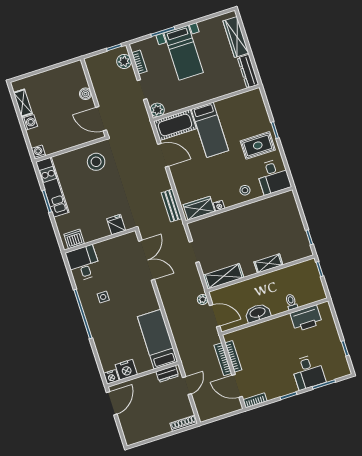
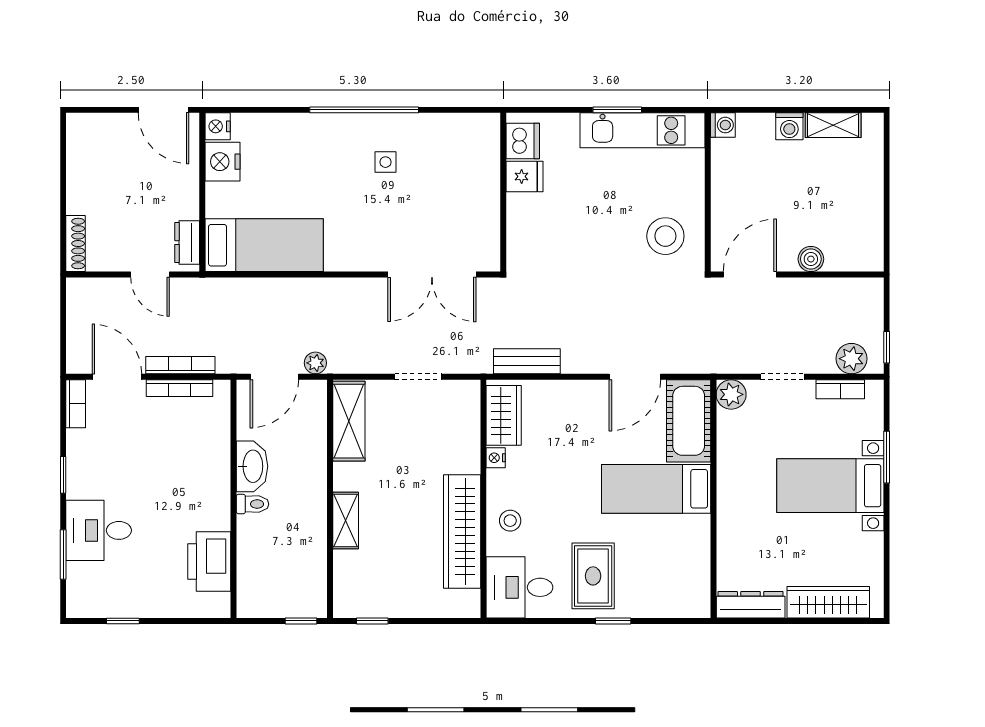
wardrobe: (257, 210) -> (462, 531), added
fridge: (116, 225) -> (524, 176), moved
desk: (83, 263) -> (467, 144), removed
toilet: (291, 302) -> (253, 504), moved
door: (237, 386) -> (117, 377), hinge flipped

